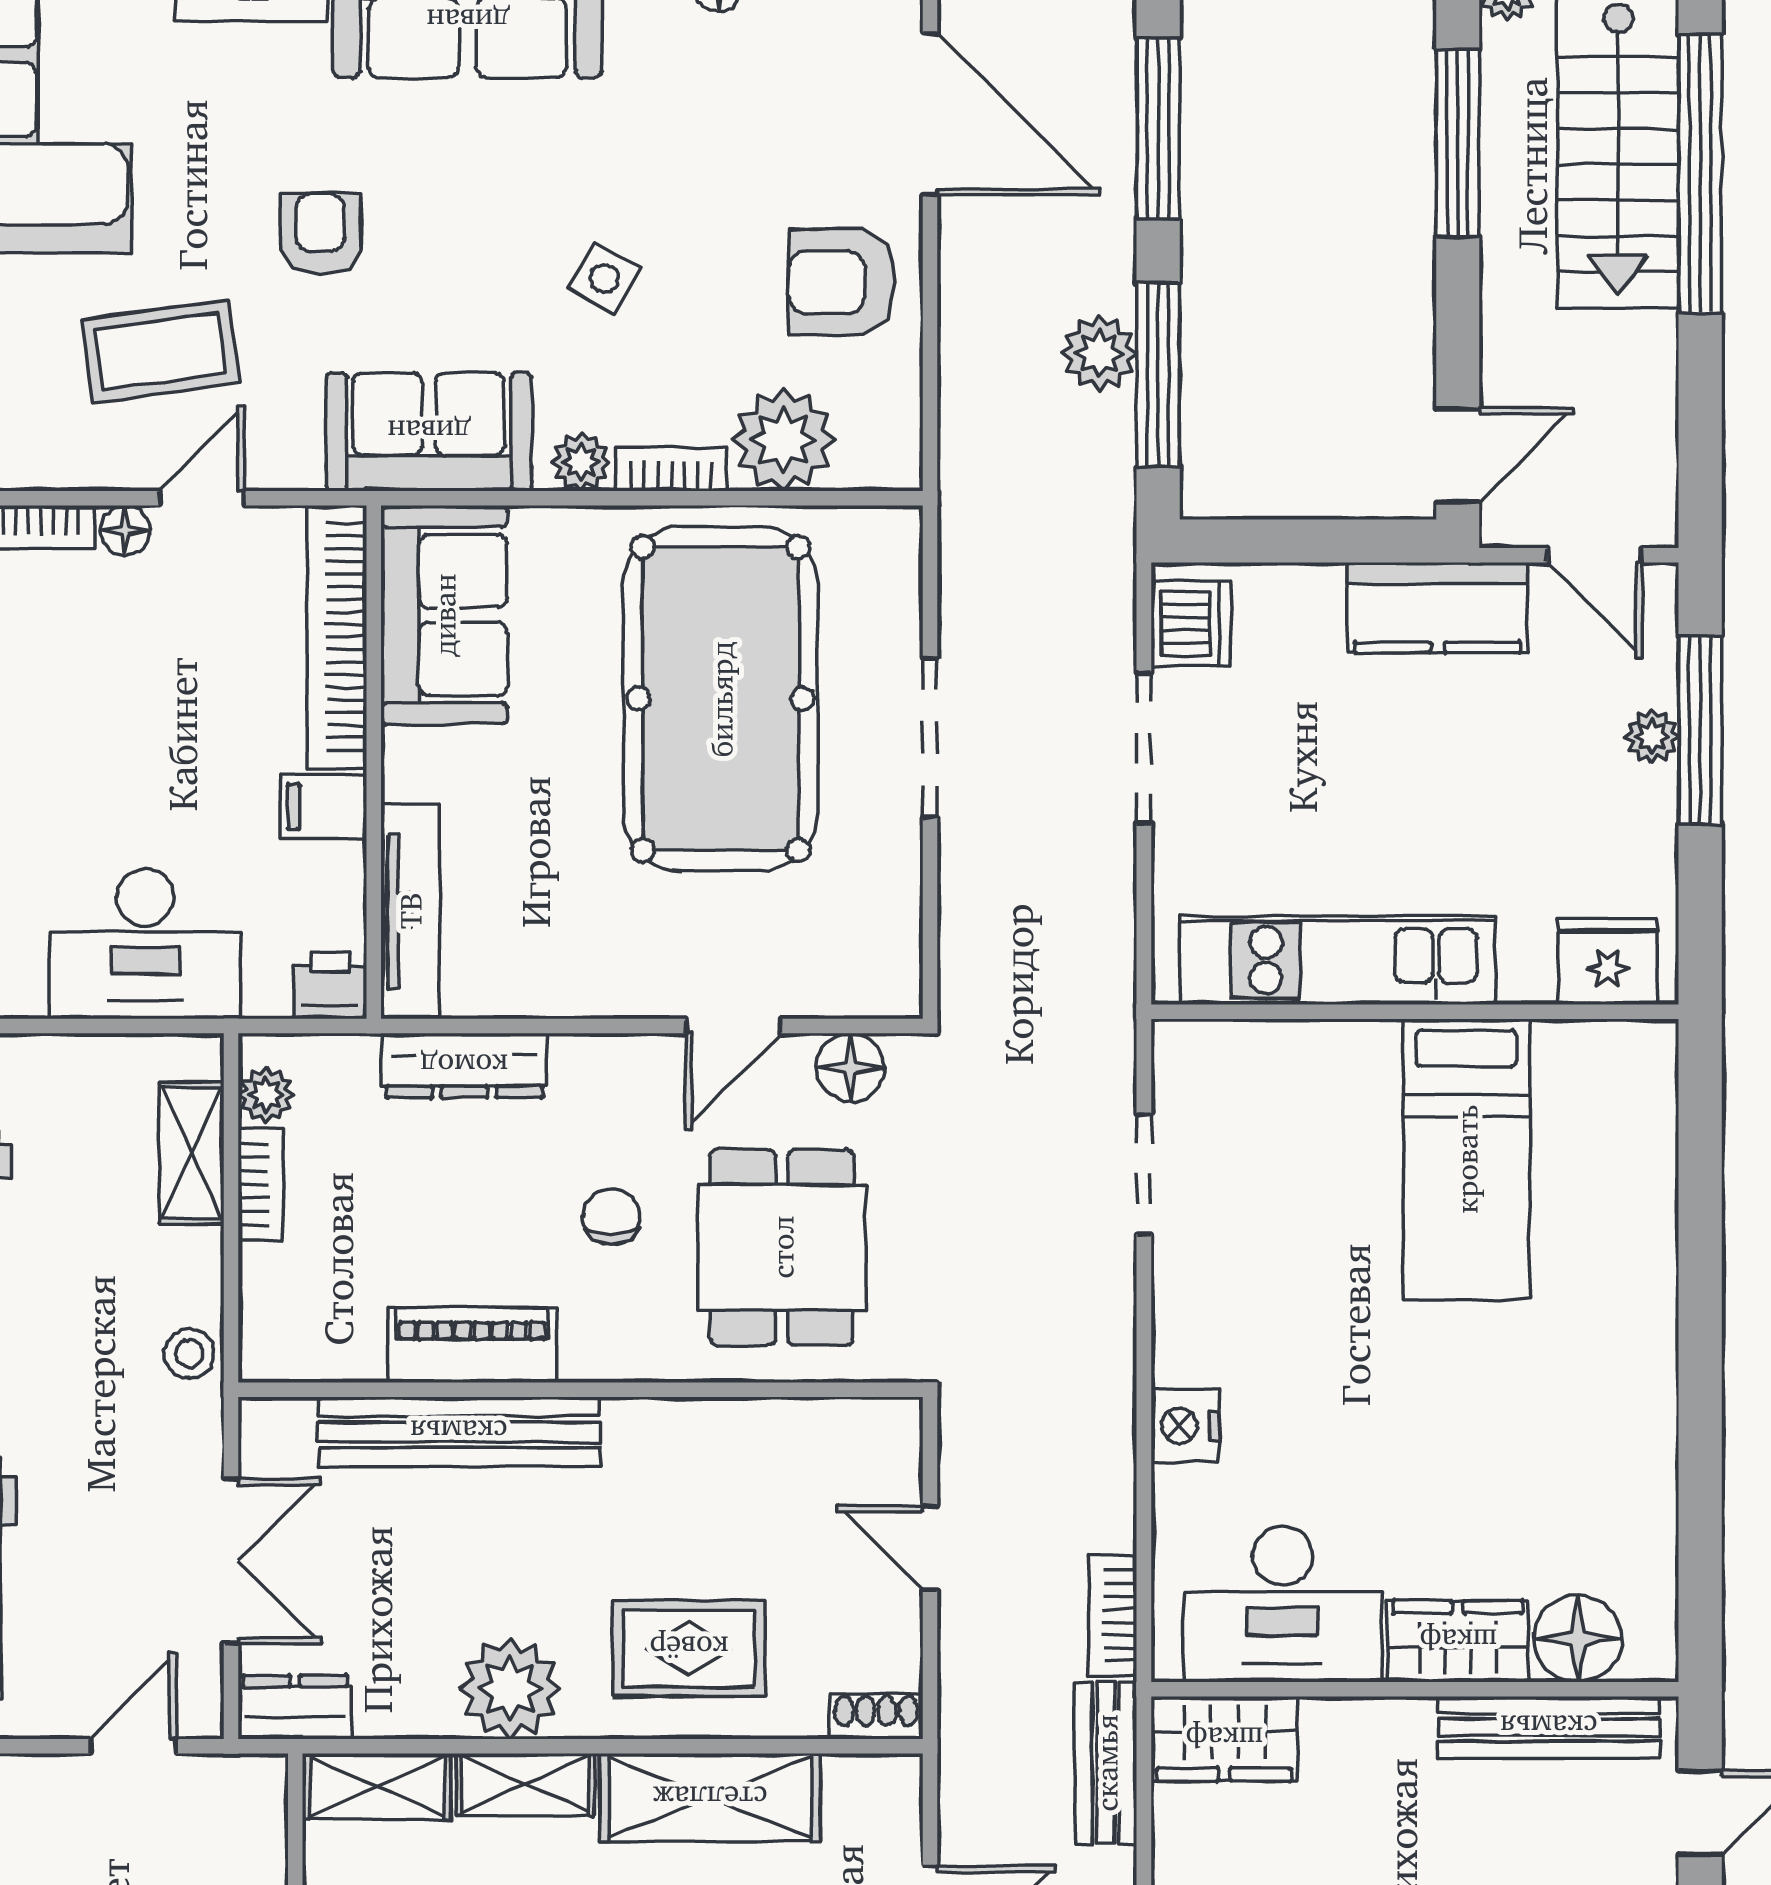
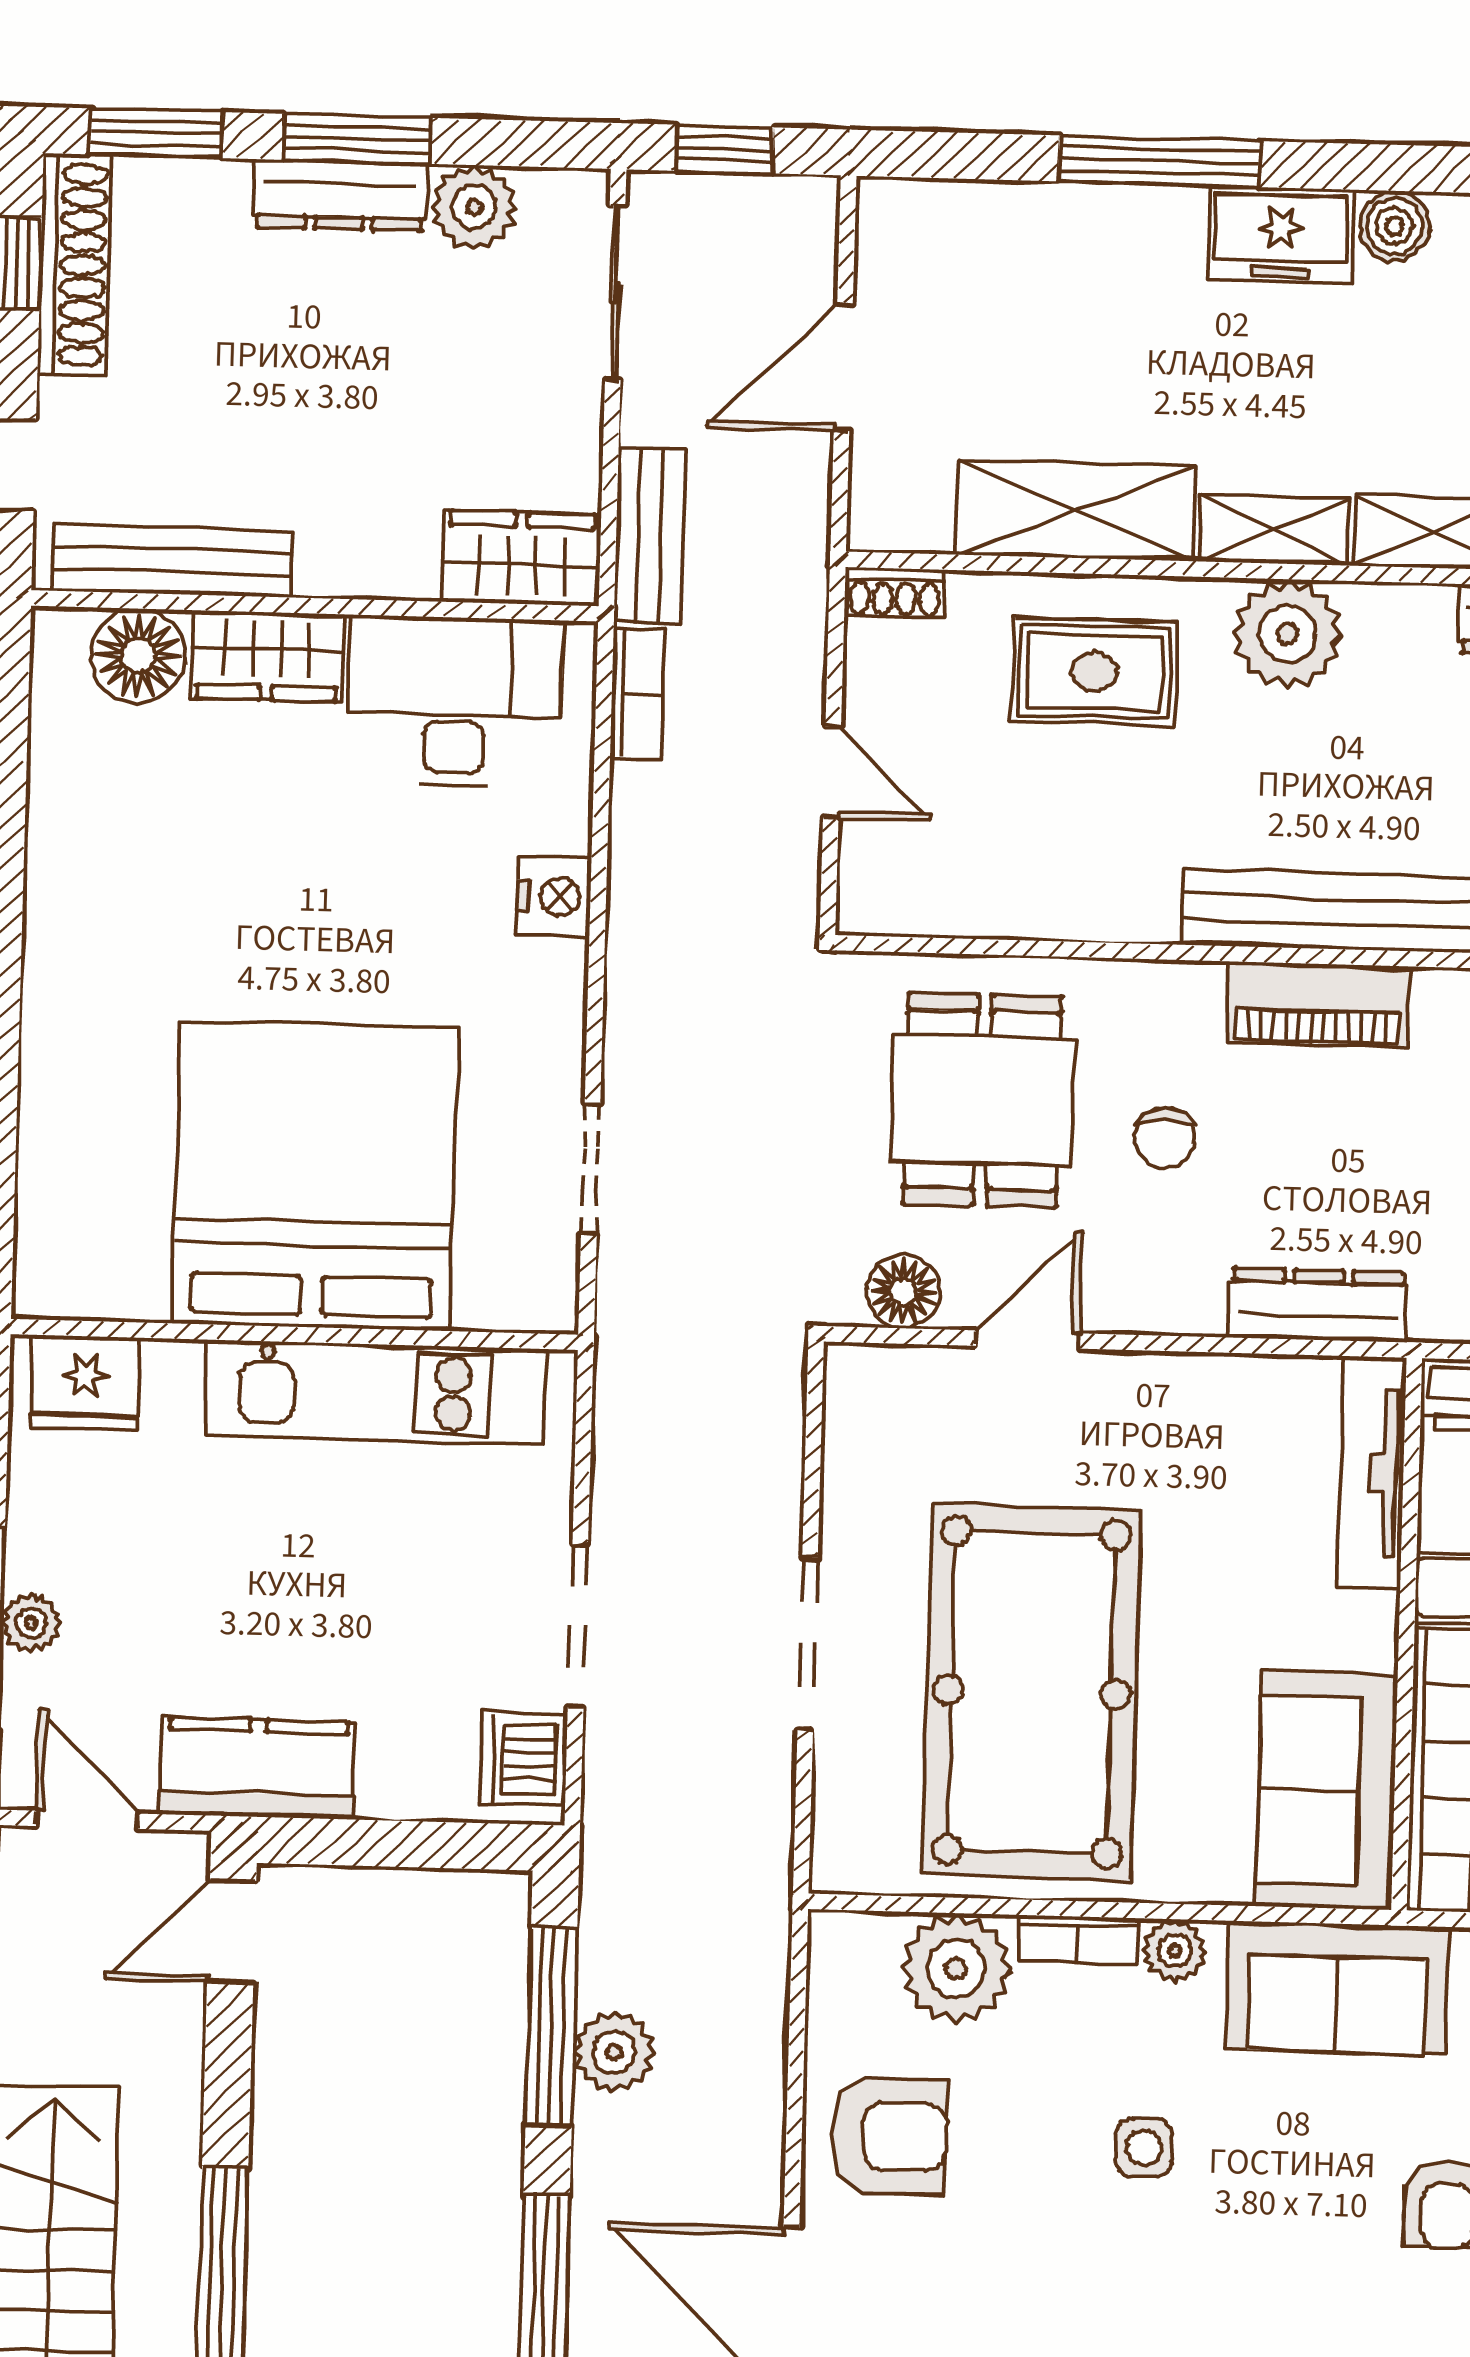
side table: (604, 278) -> (1144, 2148), turned -30
bed: (1466, 1159) -> (315, 1176), width x2.04

